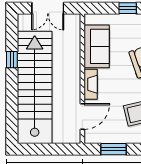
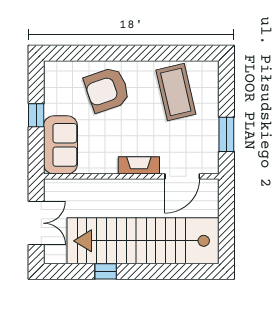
sofa: (97, 46) -> (60, 145), moved, turned 90
door: (82, 116) -> (182, 176), swing flipped

